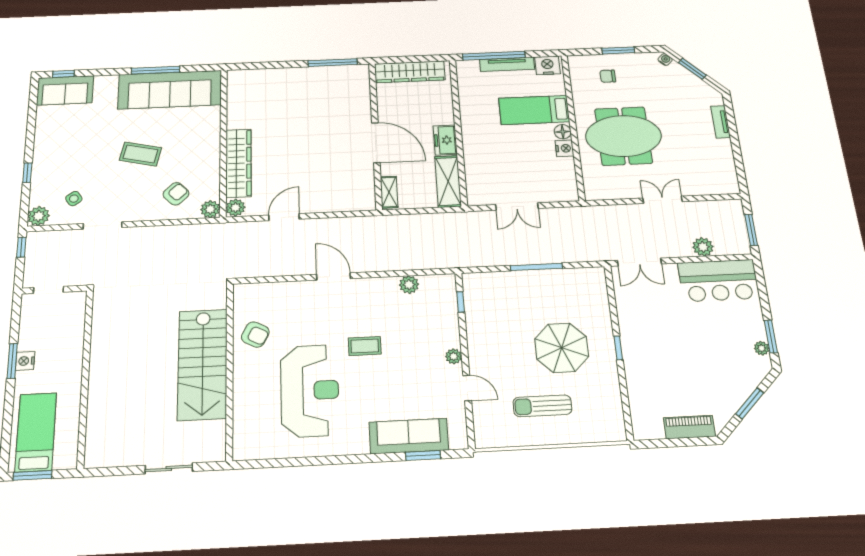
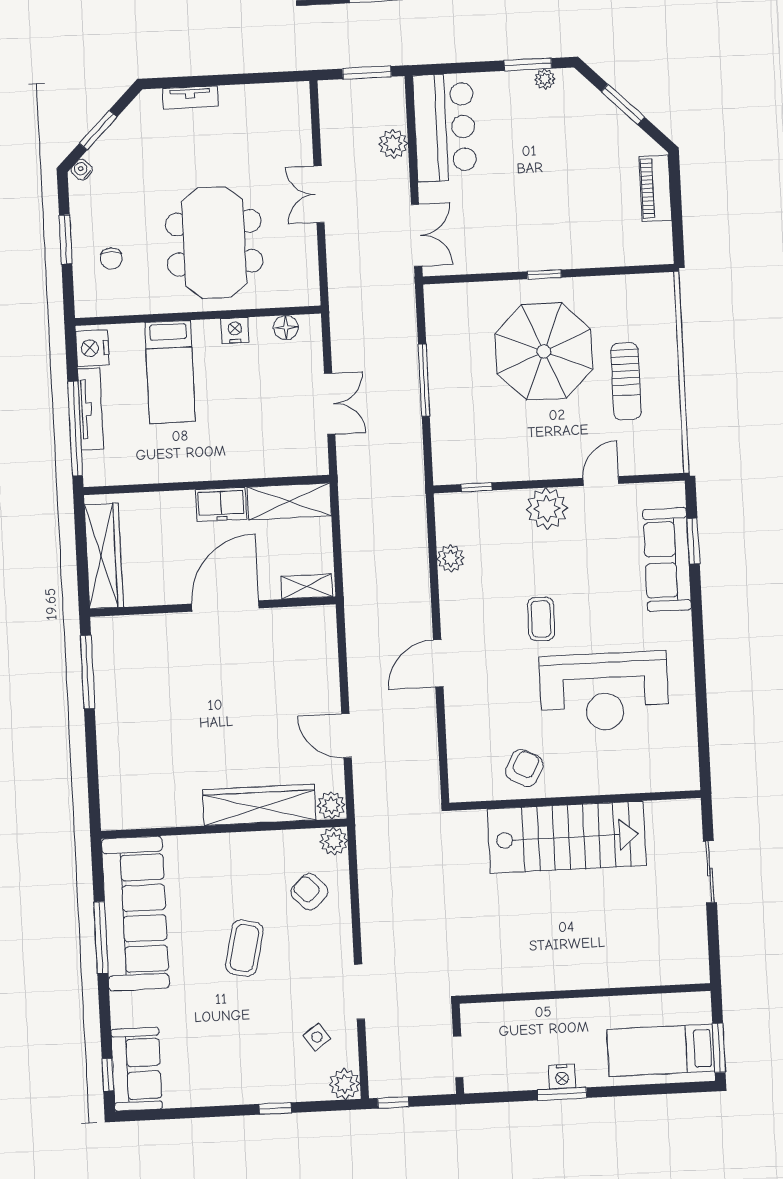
floor lamp: (563, 132) -> (286, 328), moved
parasol: (562, 348) -> (544, 351), width x1.36, depth x1.36
plant: (454, 356) -> (547, 509), width x1.87, depth x1.87
reception desk: (310, 391) -> (604, 692), turned 180

